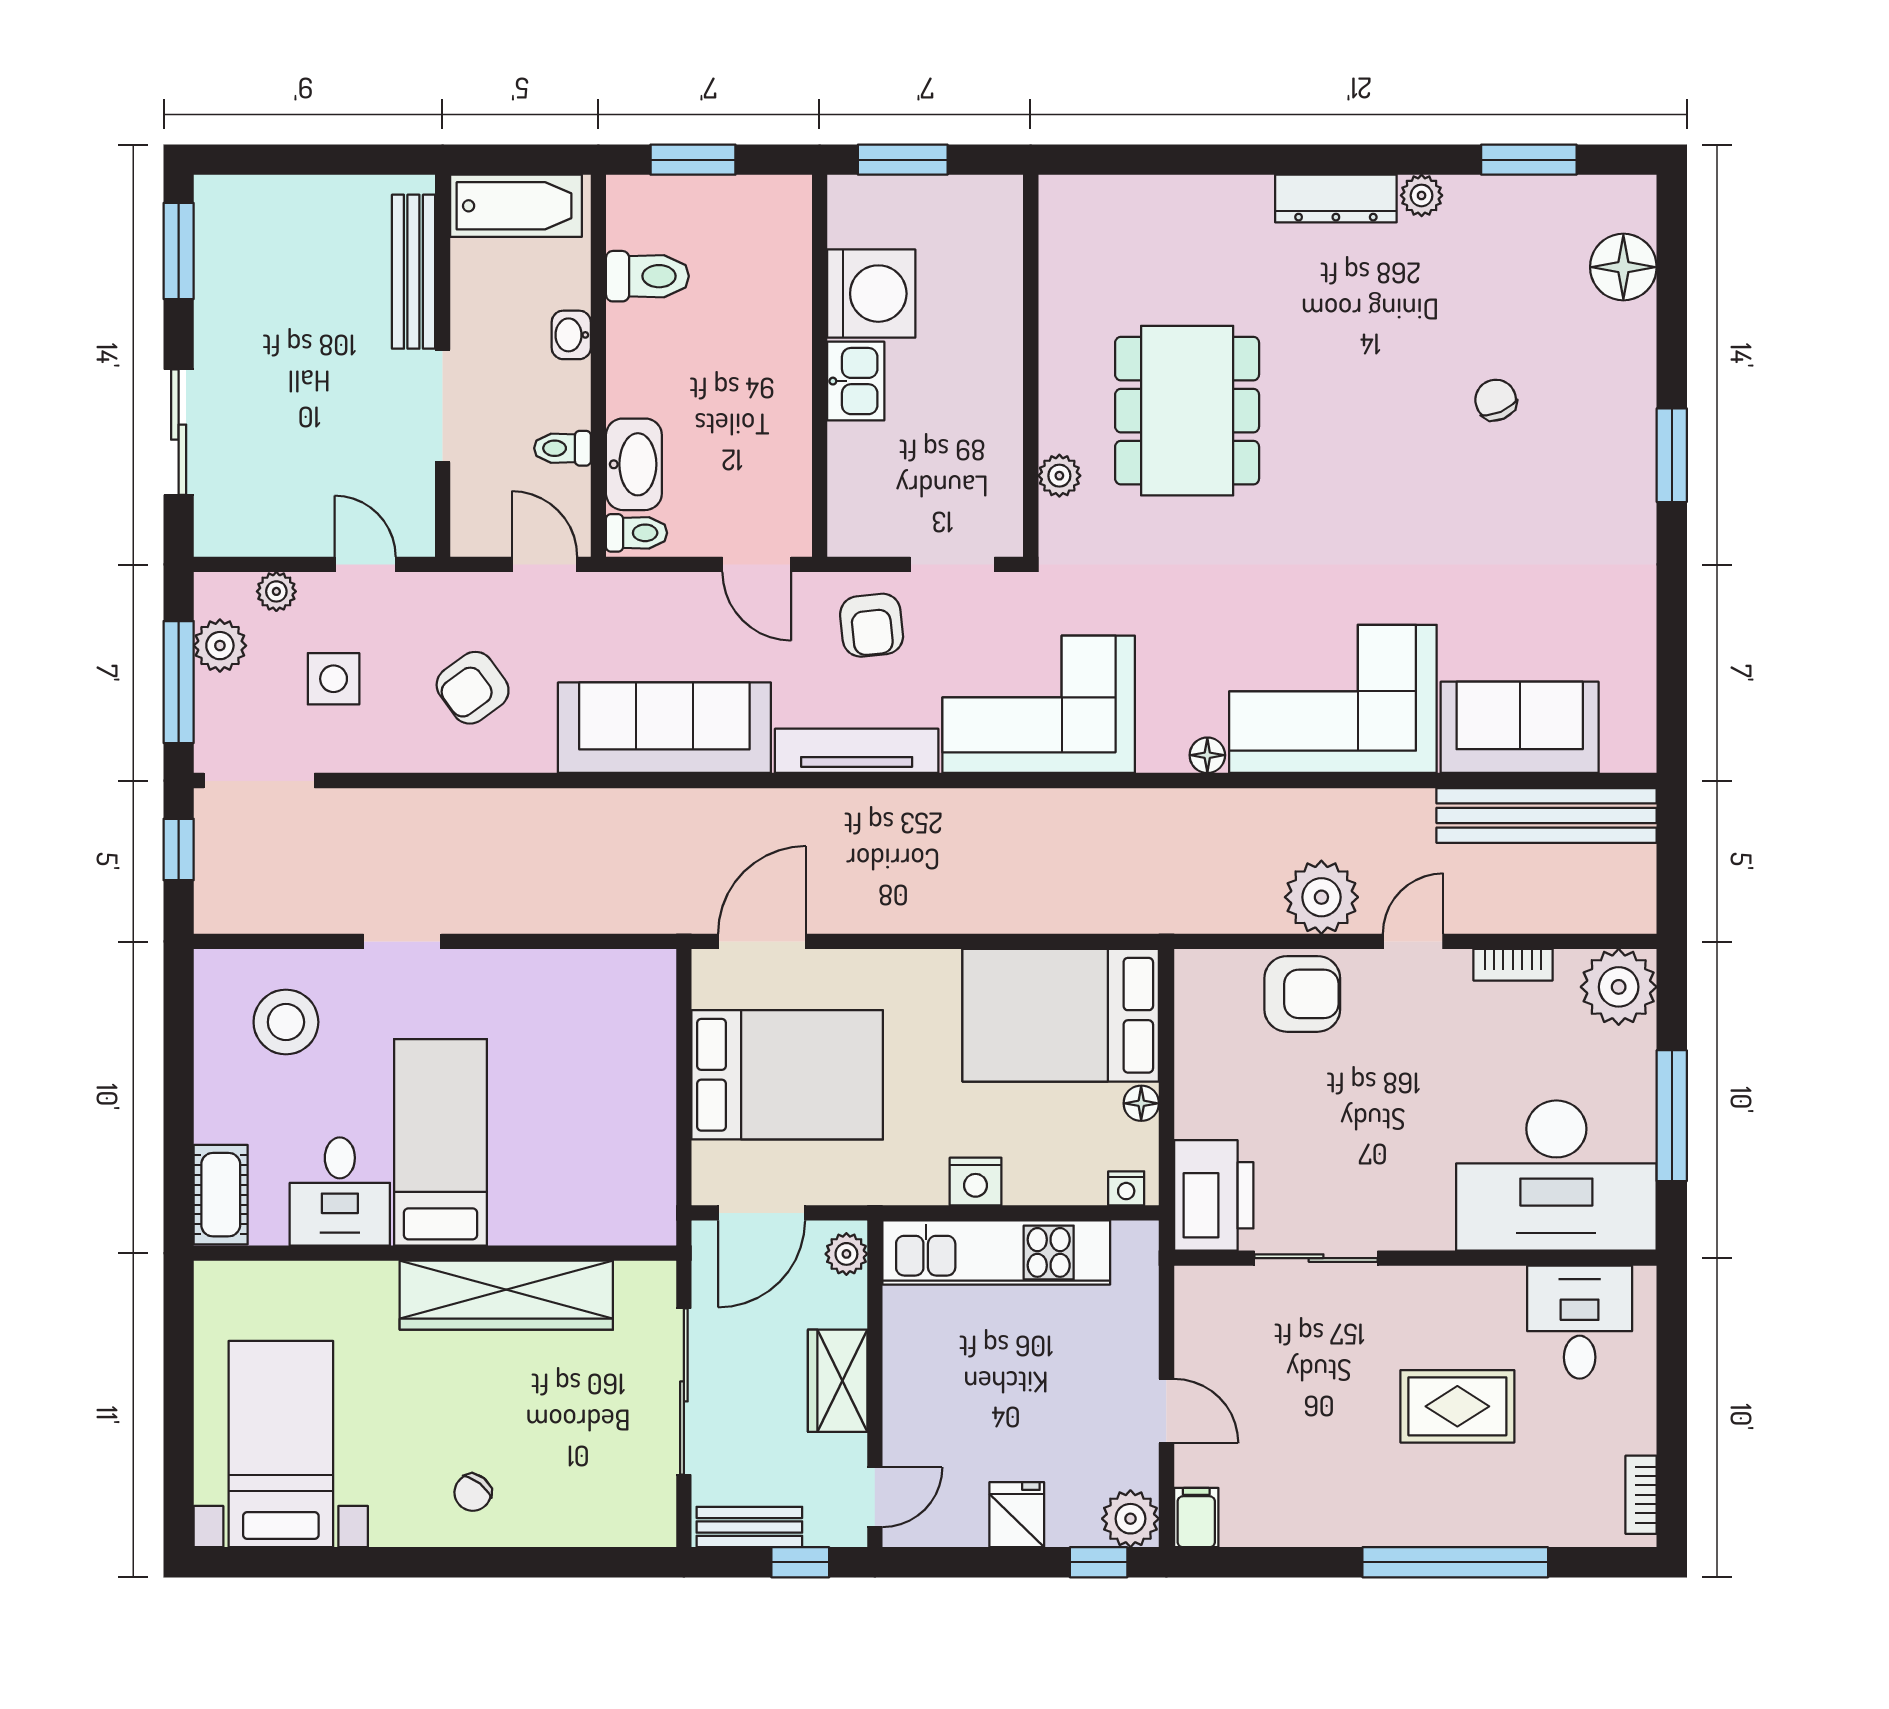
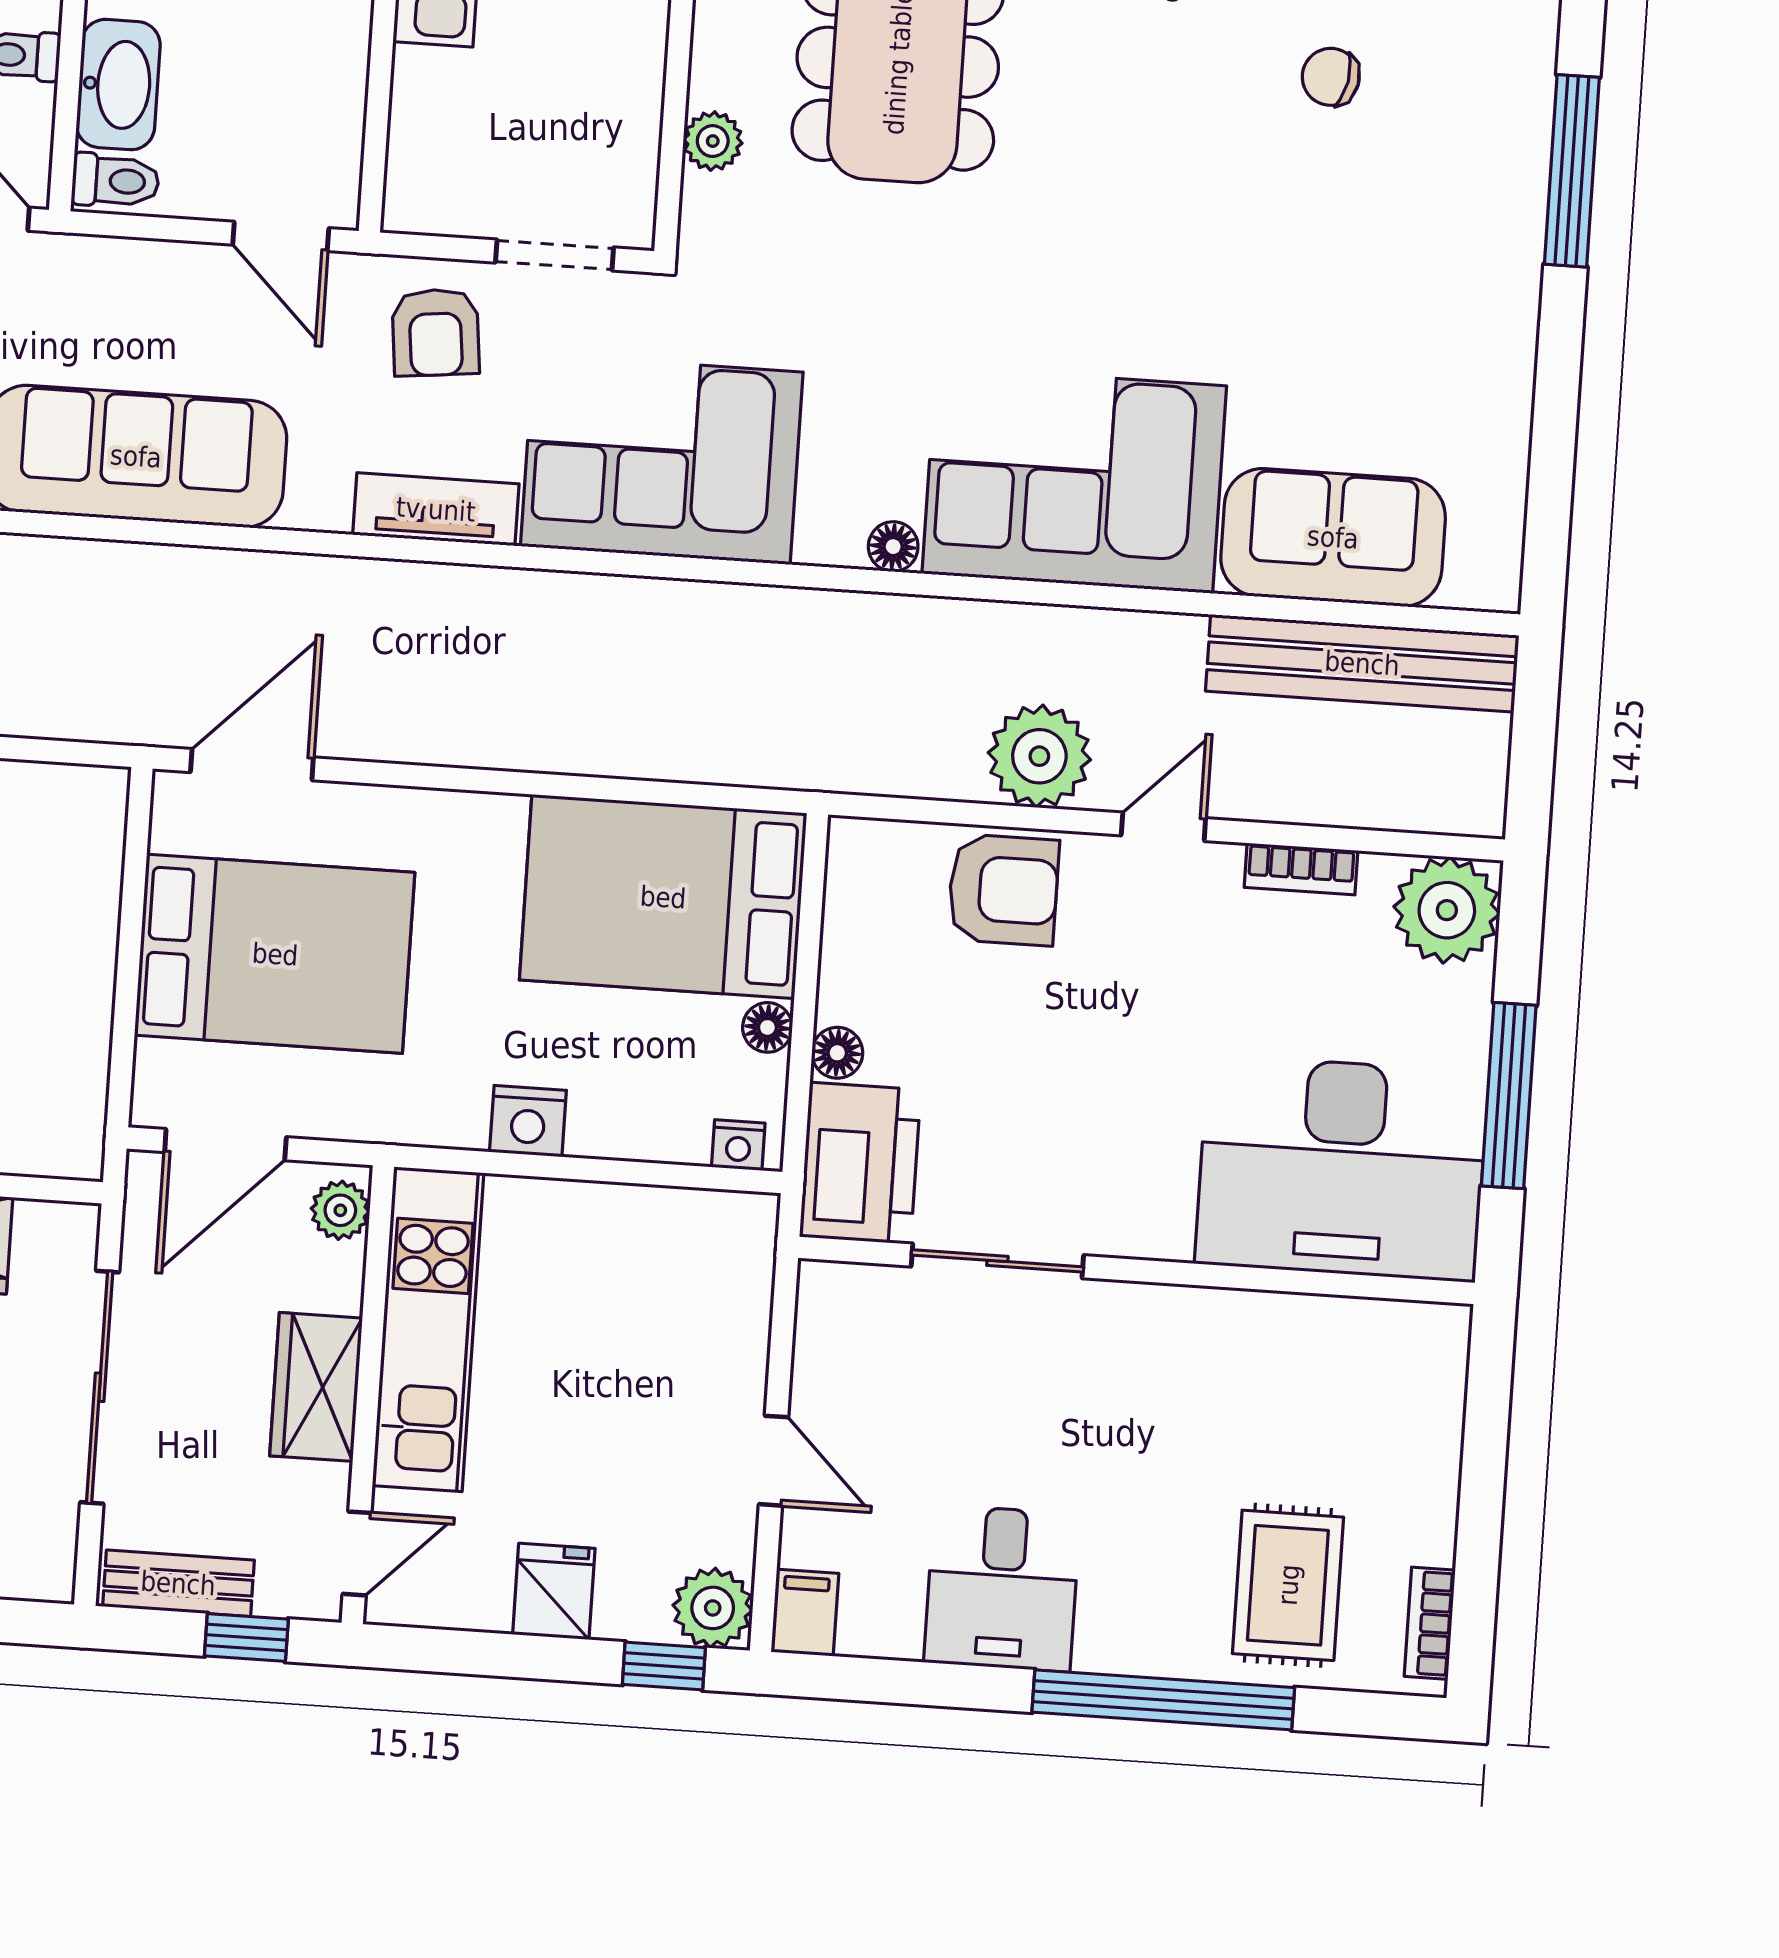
chair: (1496, 400) -> (1331, 77), turned -56
window: (1672, 455) -> (1572, 171), width x1.44
tv unit: (857, 751) -> (436, 509), width x0.71
floor lamp: (1192, 1118) -> (837, 1053), added
kitchen unit: (996, 1252) -> (428, 1329), moved, turned -90
desk: (1580, 1322) -> (1002, 1588), moved, turned 180
rug: (1457, 1406) -> (1288, 1585), moved, turned 90

